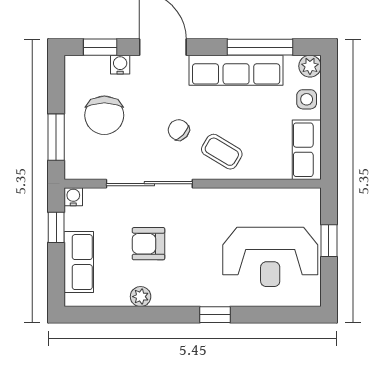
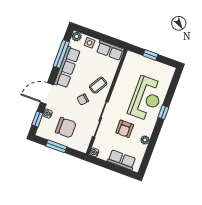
window: (56, 137) -> (56, 146), moved
window: (56, 227) -> (104, 164), removed
reception desk: (270, 257) -> (146, 99), moved

